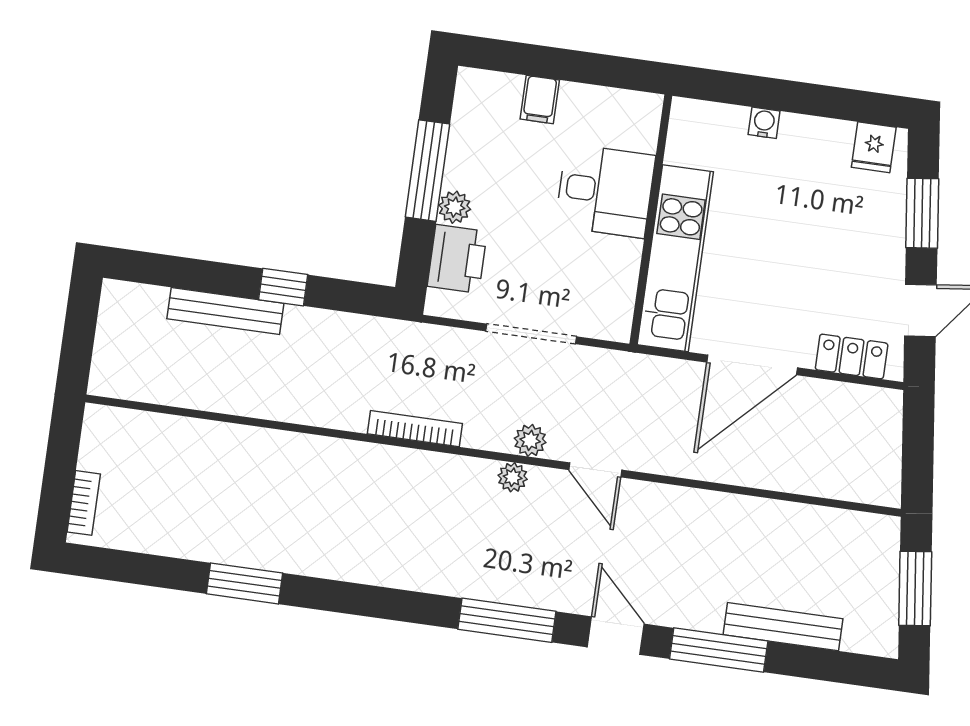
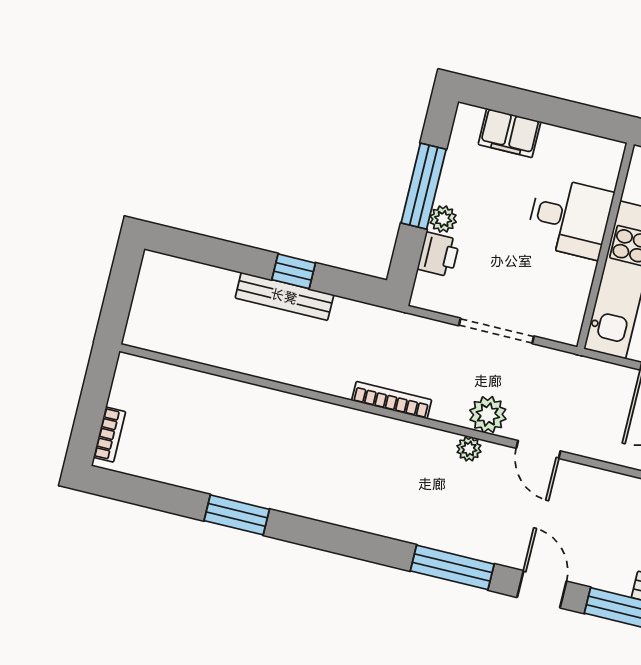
filing cabinet: (540, 99) -> (509, 133), width x2.00
printer: (457, 259) -> (439, 254), width x0.73, depth x0.81
bench: (225, 311) -> (284, 296), moved
plant: (530, 440) -> (488, 415), width x1.38, depth x1.38

